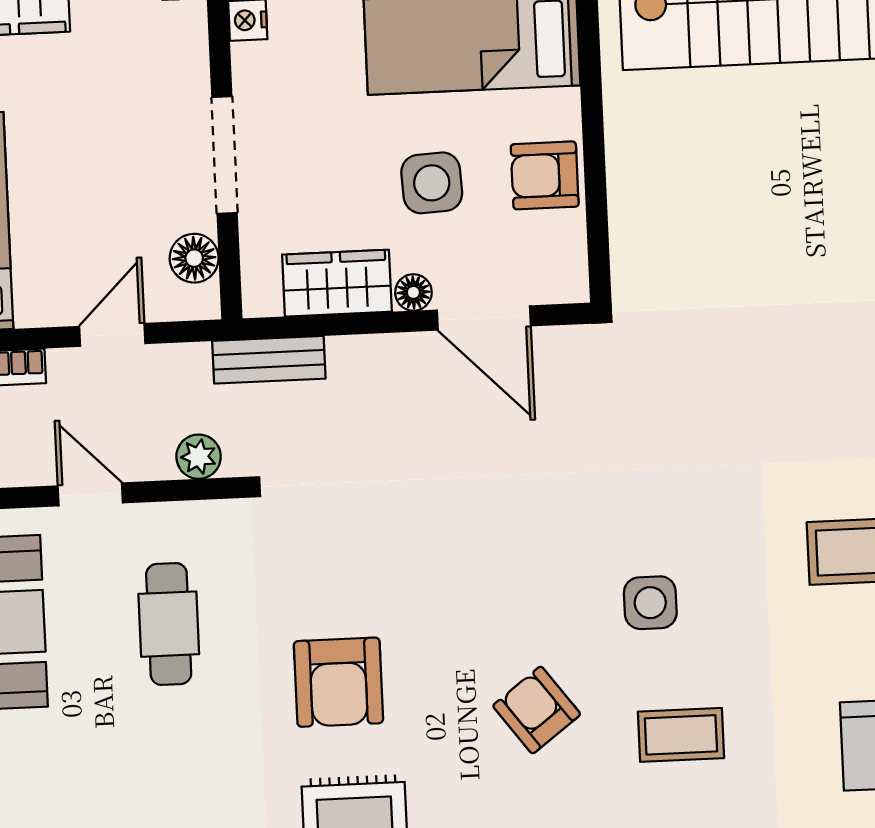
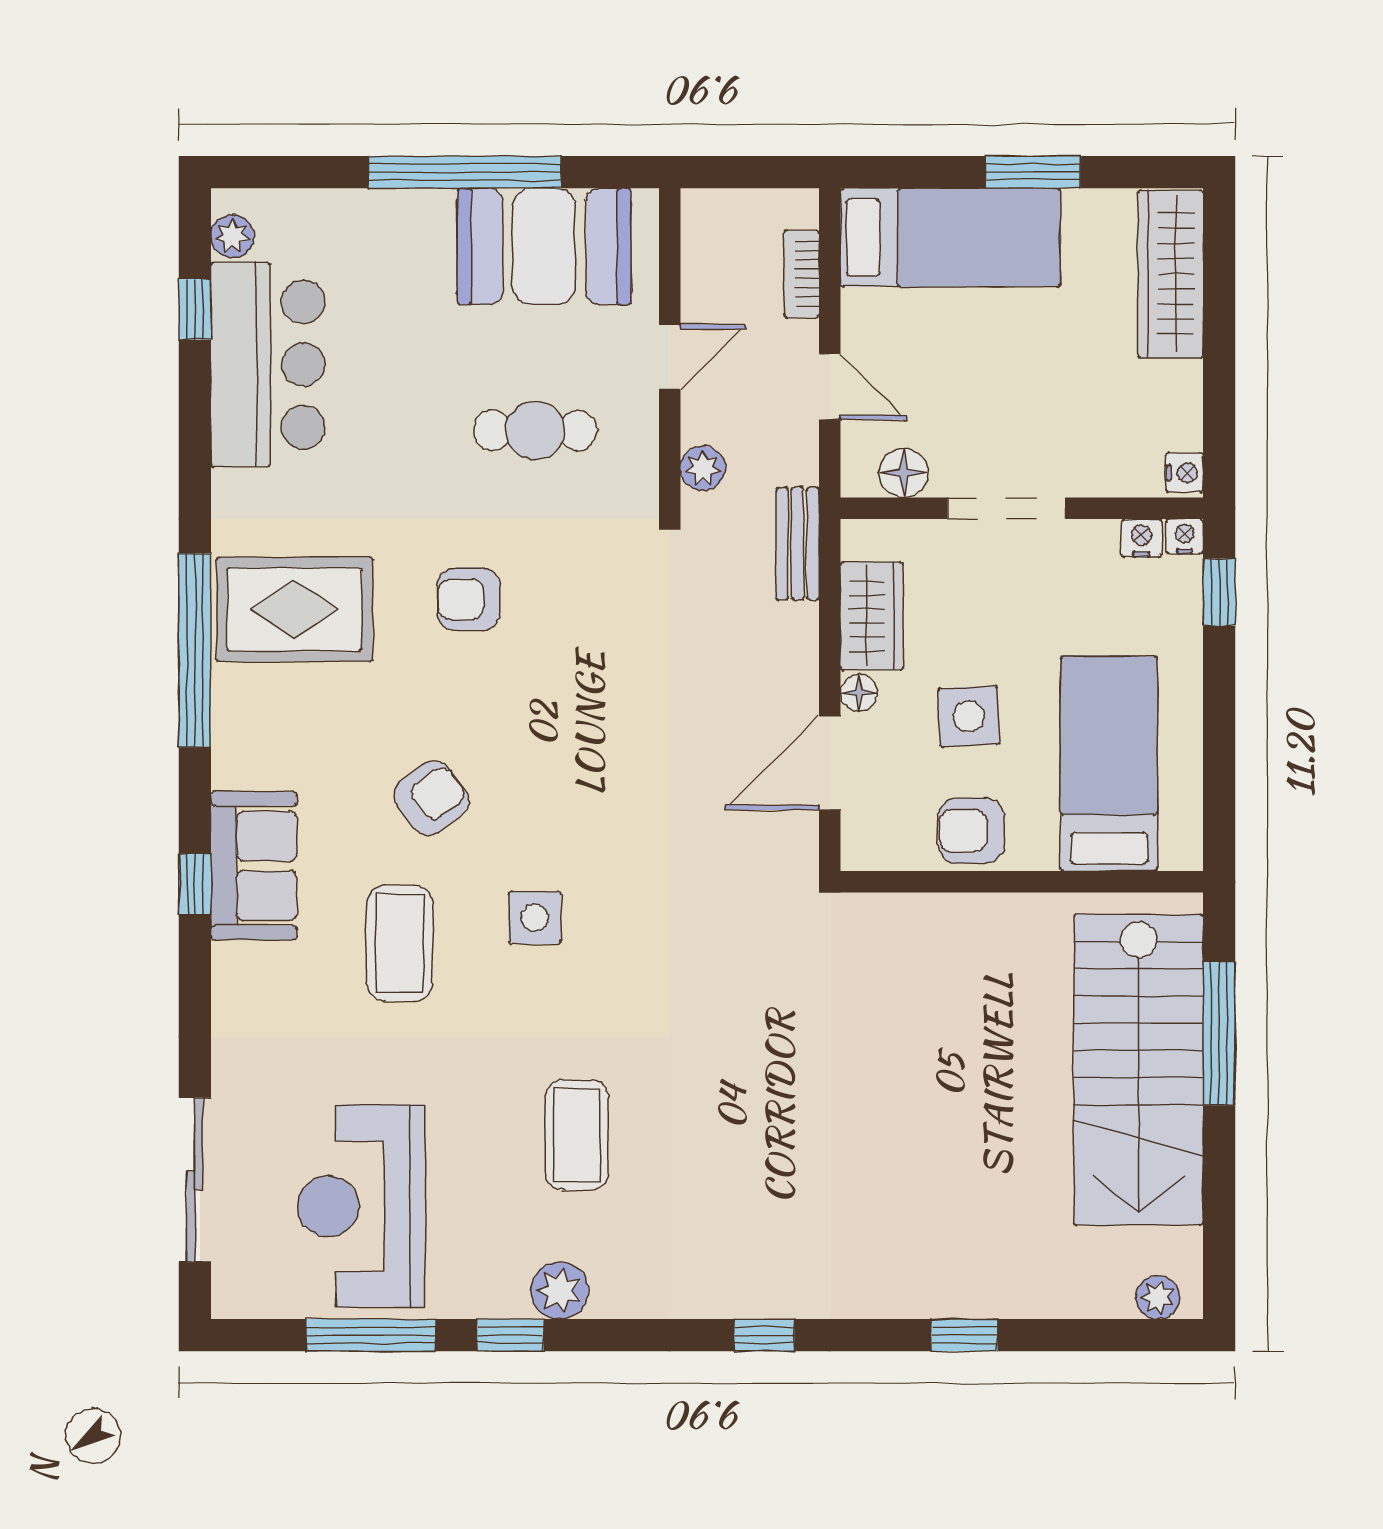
armchair: (545, 175) -> (971, 831), turned -90
armchair: (338, 682) -> (469, 599), width x0.72, depth x0.72
coffee table: (681, 735) -> (400, 943), width x1.36, depth x1.30

